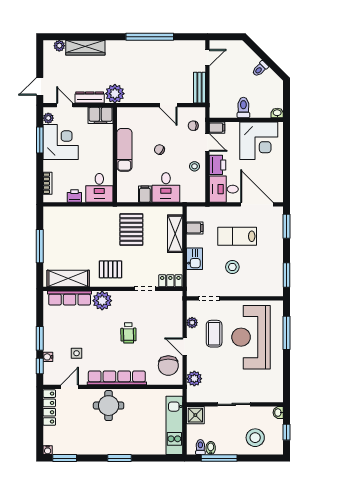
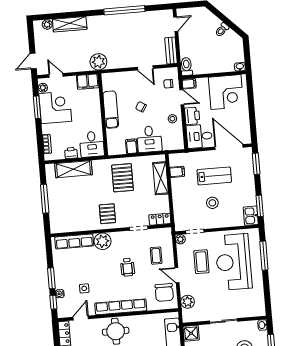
dresser: (90, 97) -> (77, 67), removed
toilet: (243, 108) -> (186, 67), moved
lab bench: (237, 236) -> (214, 176), turned 180
kitchen sink: (194, 259) -> (251, 216), moved, turned 180
pallet: (111, 269) -> (107, 214), turned 90
shelving: (68, 279) -> (73, 169), moved
coffee table: (162, 322) -> (156, 256), added
plant: (192, 323) -> (180, 239), moved

